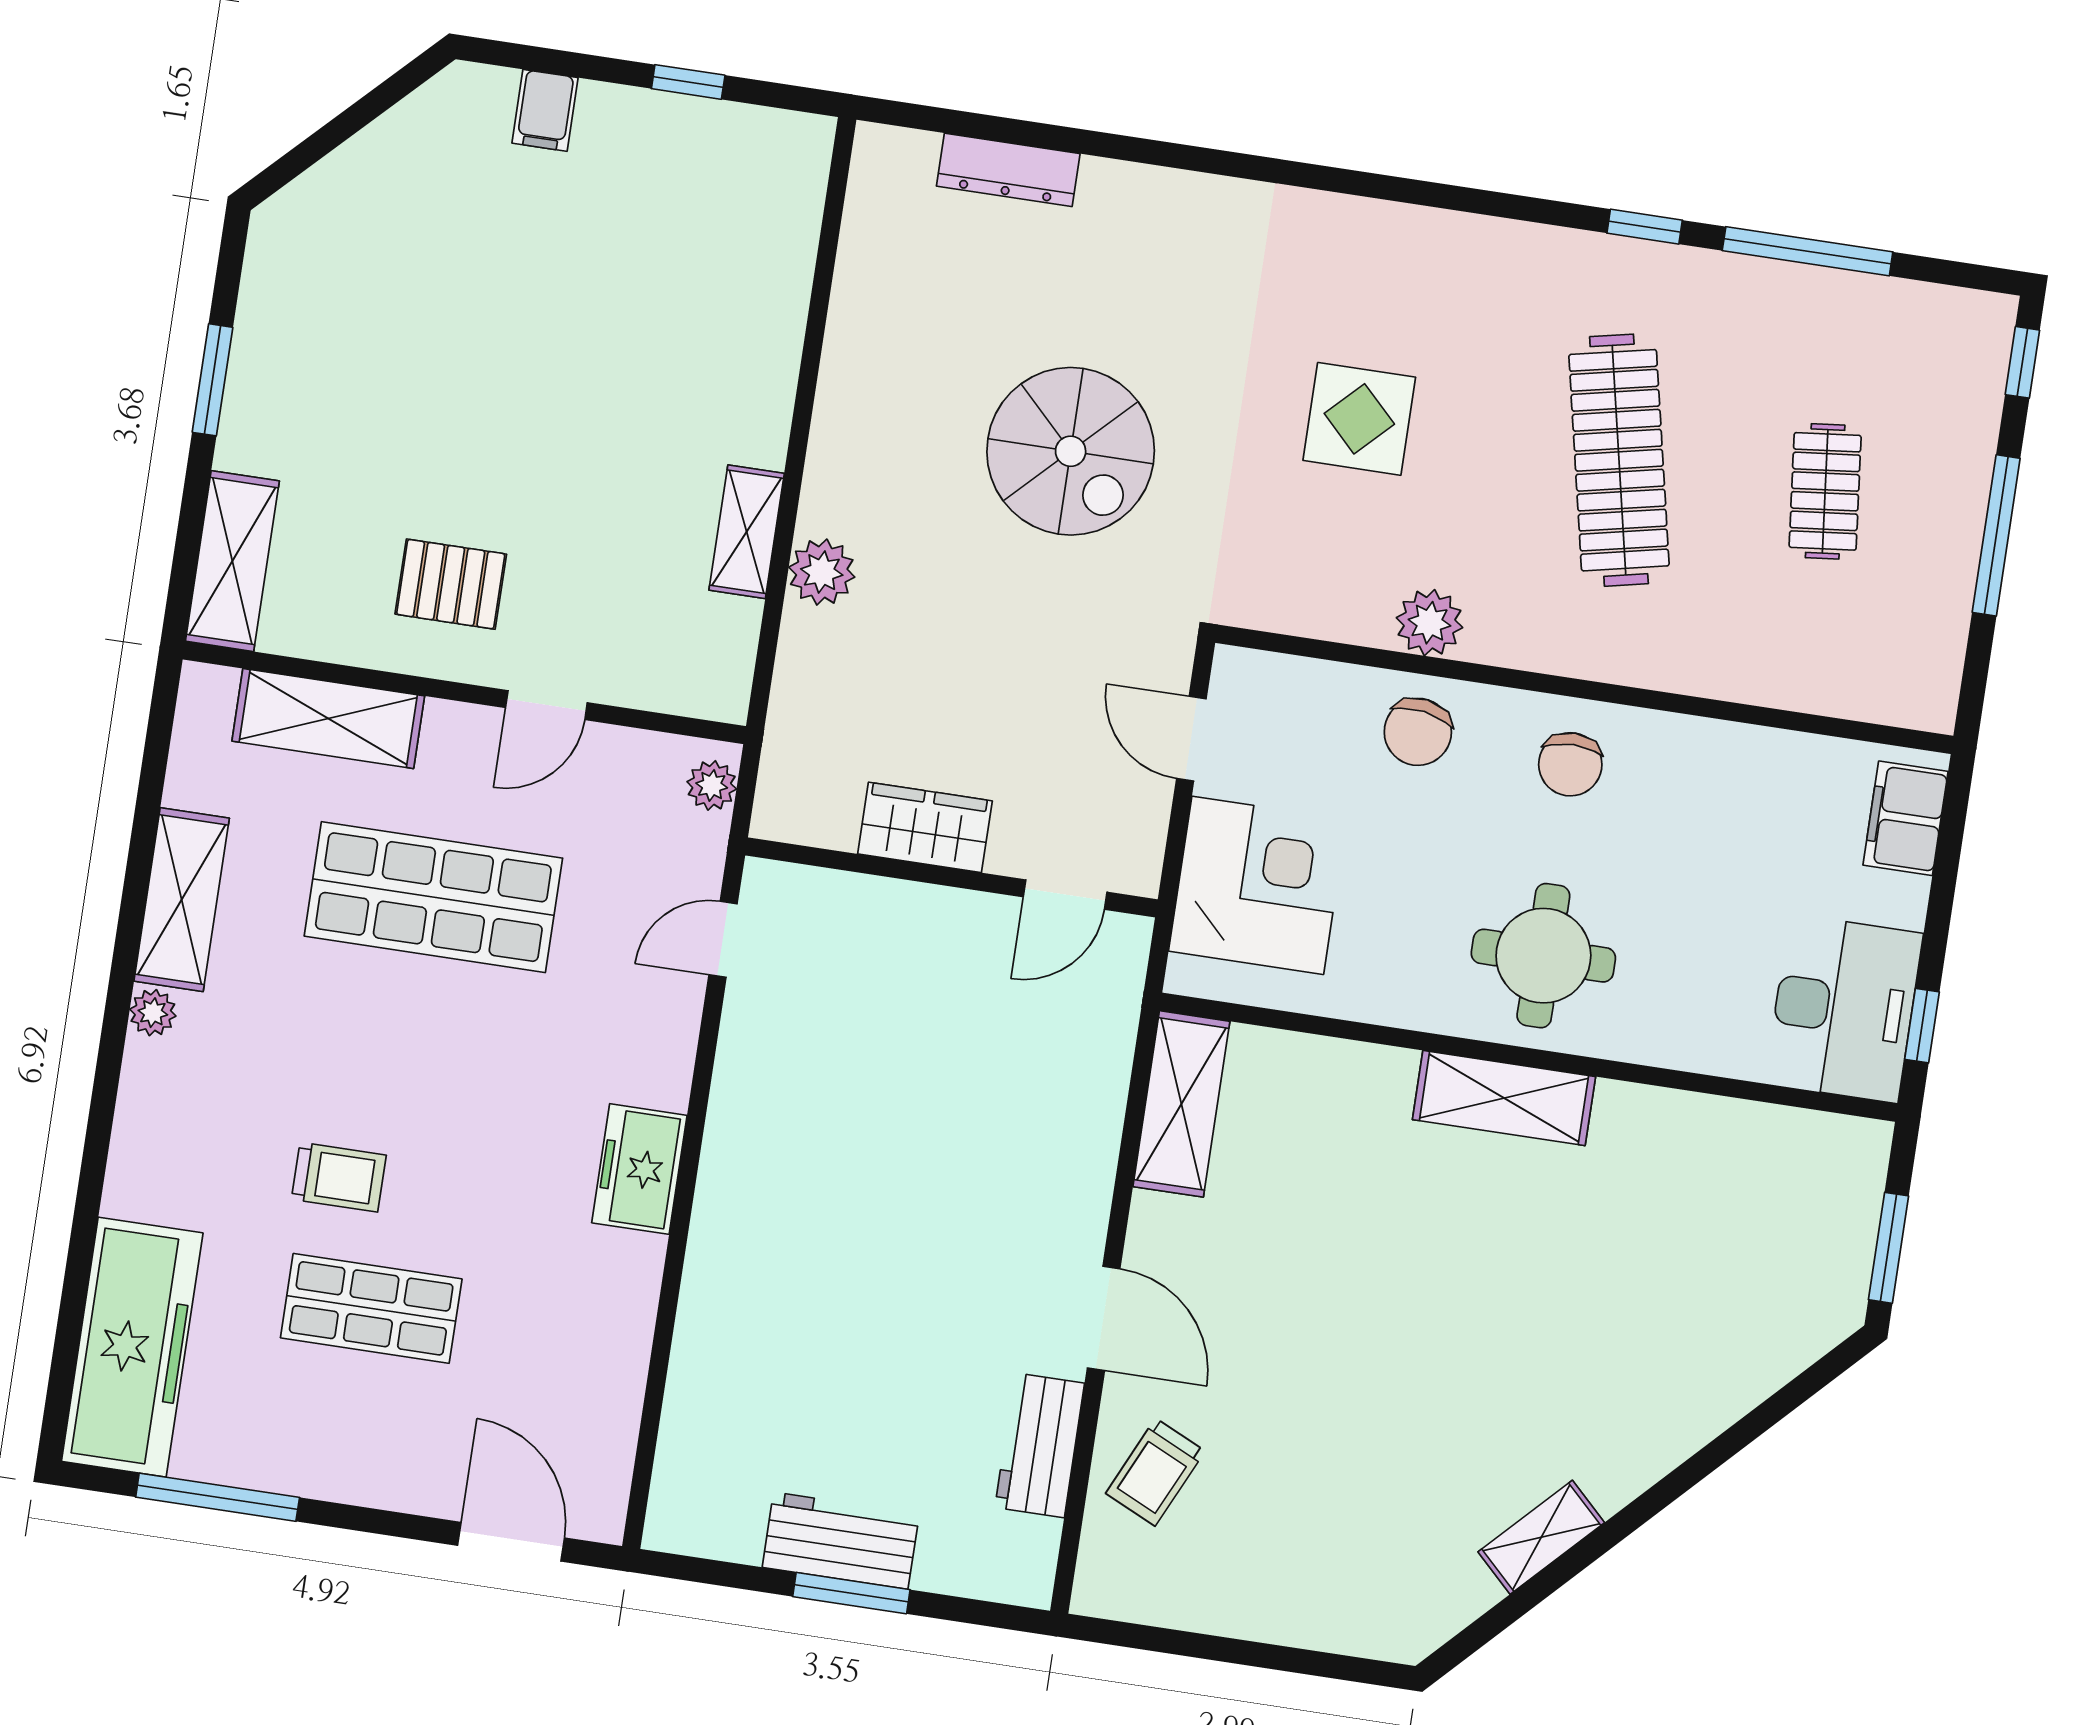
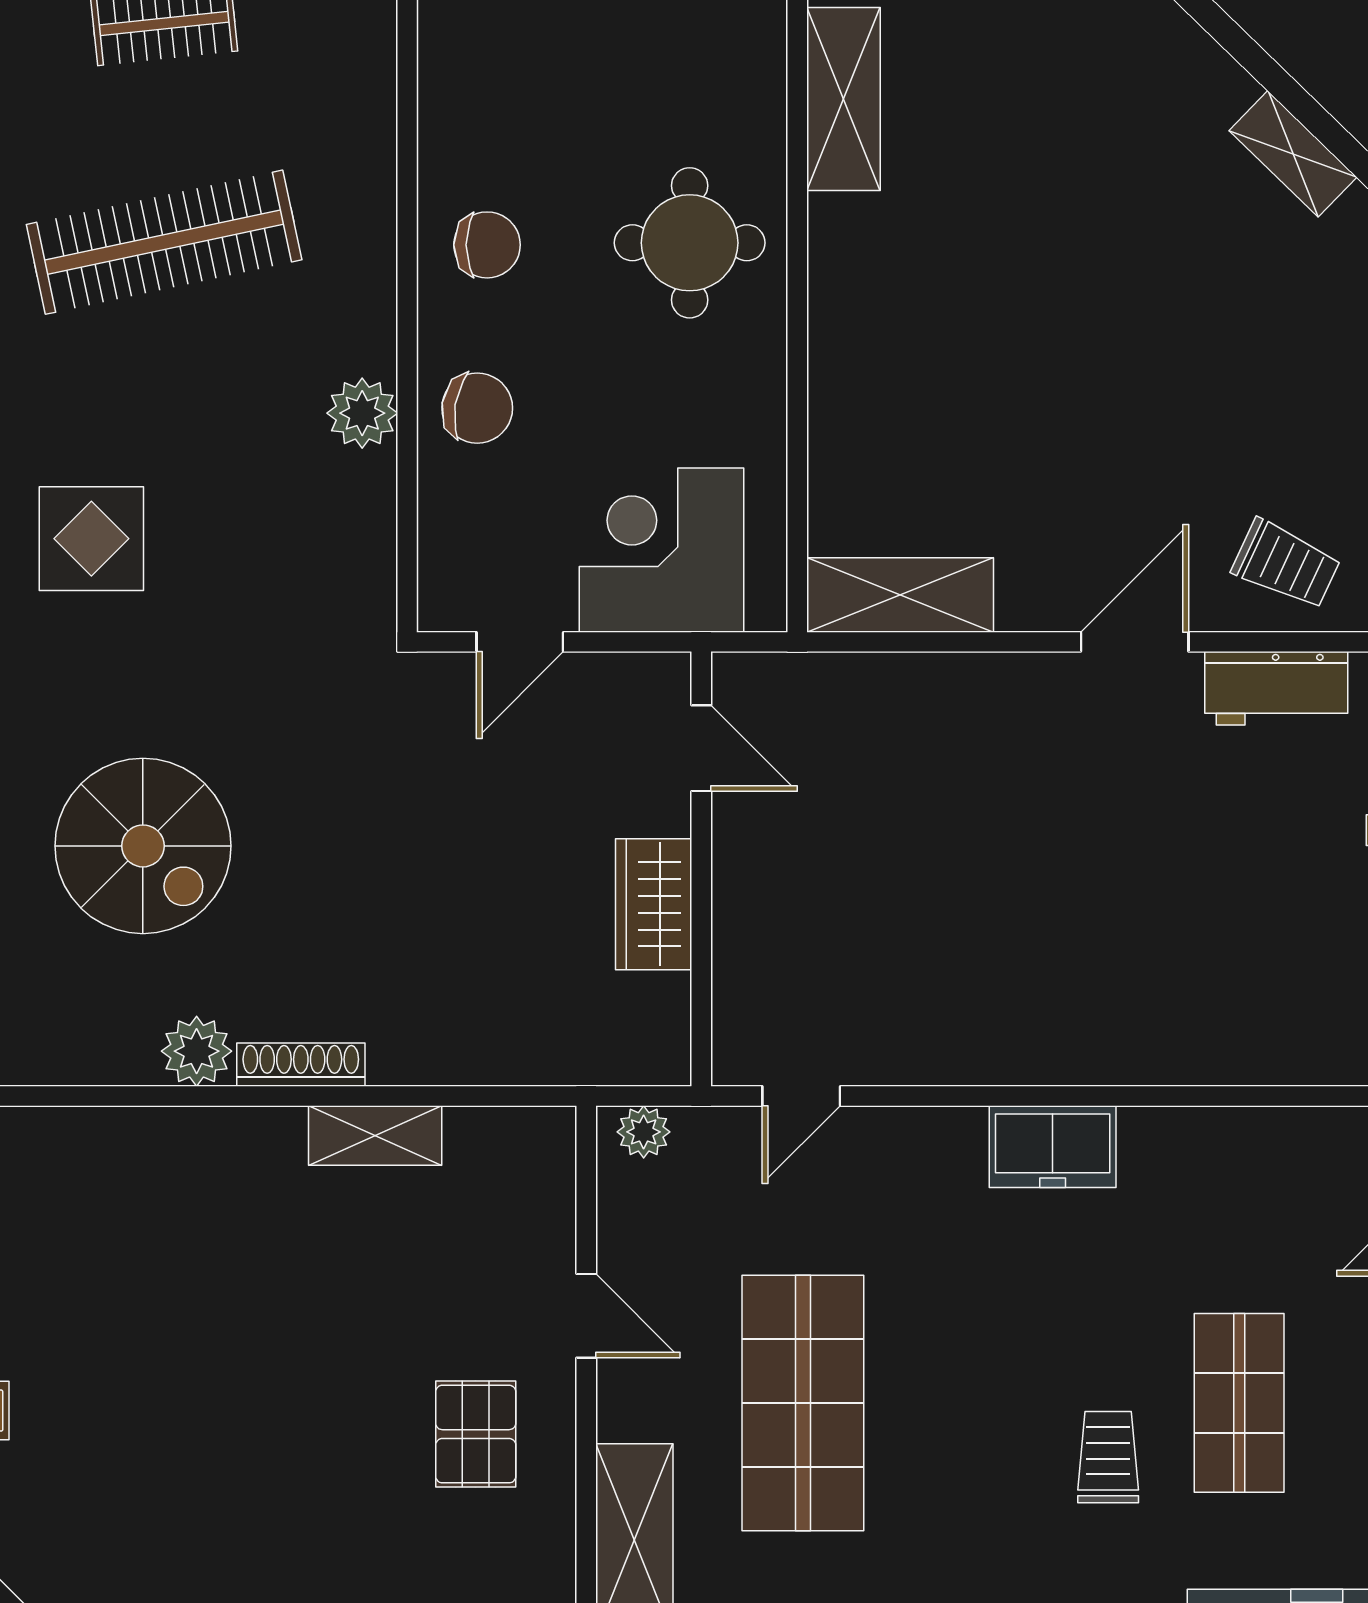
display table: (1359, 419) -> (91, 539), moved
spiral stairs: (1071, 451) -> (143, 846), moved, turned 90
shoe rack: (824, 472) -> (301, 1065), added
plant: (822, 572) -> (197, 1051), moved
door: (723, 939) -> (801, 1096), hinge flipped
shelving: (1504, 1098) -> (843, 99), moved

